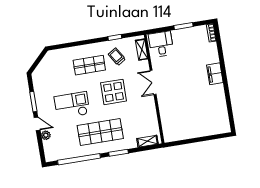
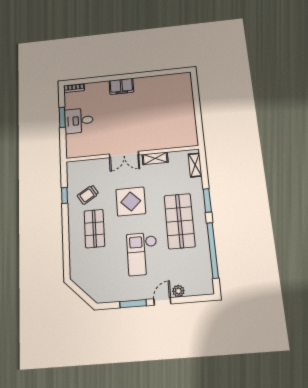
desk: (161, 44) -> (79, 121), moved
shelving: (142, 50) -> (155, 158), moved

